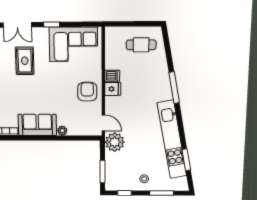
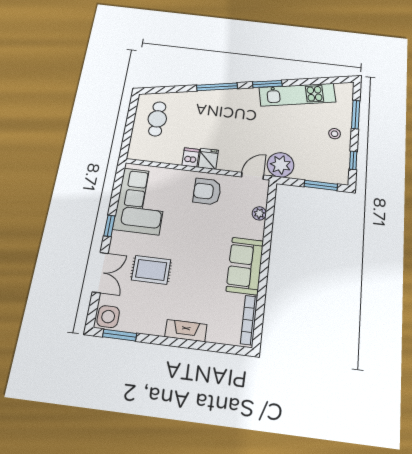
plant: (62, 131) -> (259, 213), moved
kitchen unit: (172, 140) -> (297, 95), width x0.73
window: (186, 160) -> (267, 84), moved

